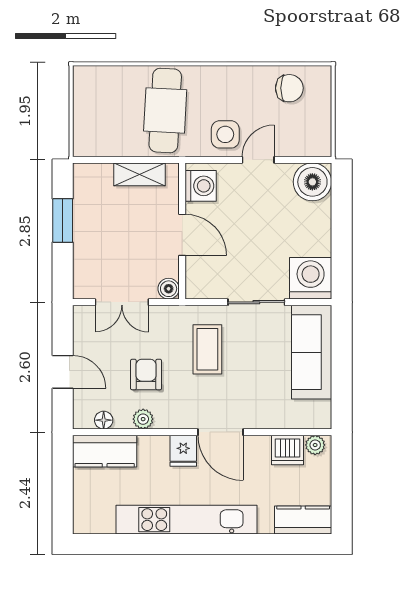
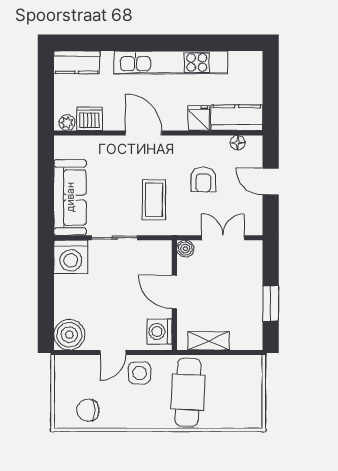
plant: (143, 419) -> (206, 144), removed
fridge: (183, 451) -> (199, 118), moved

